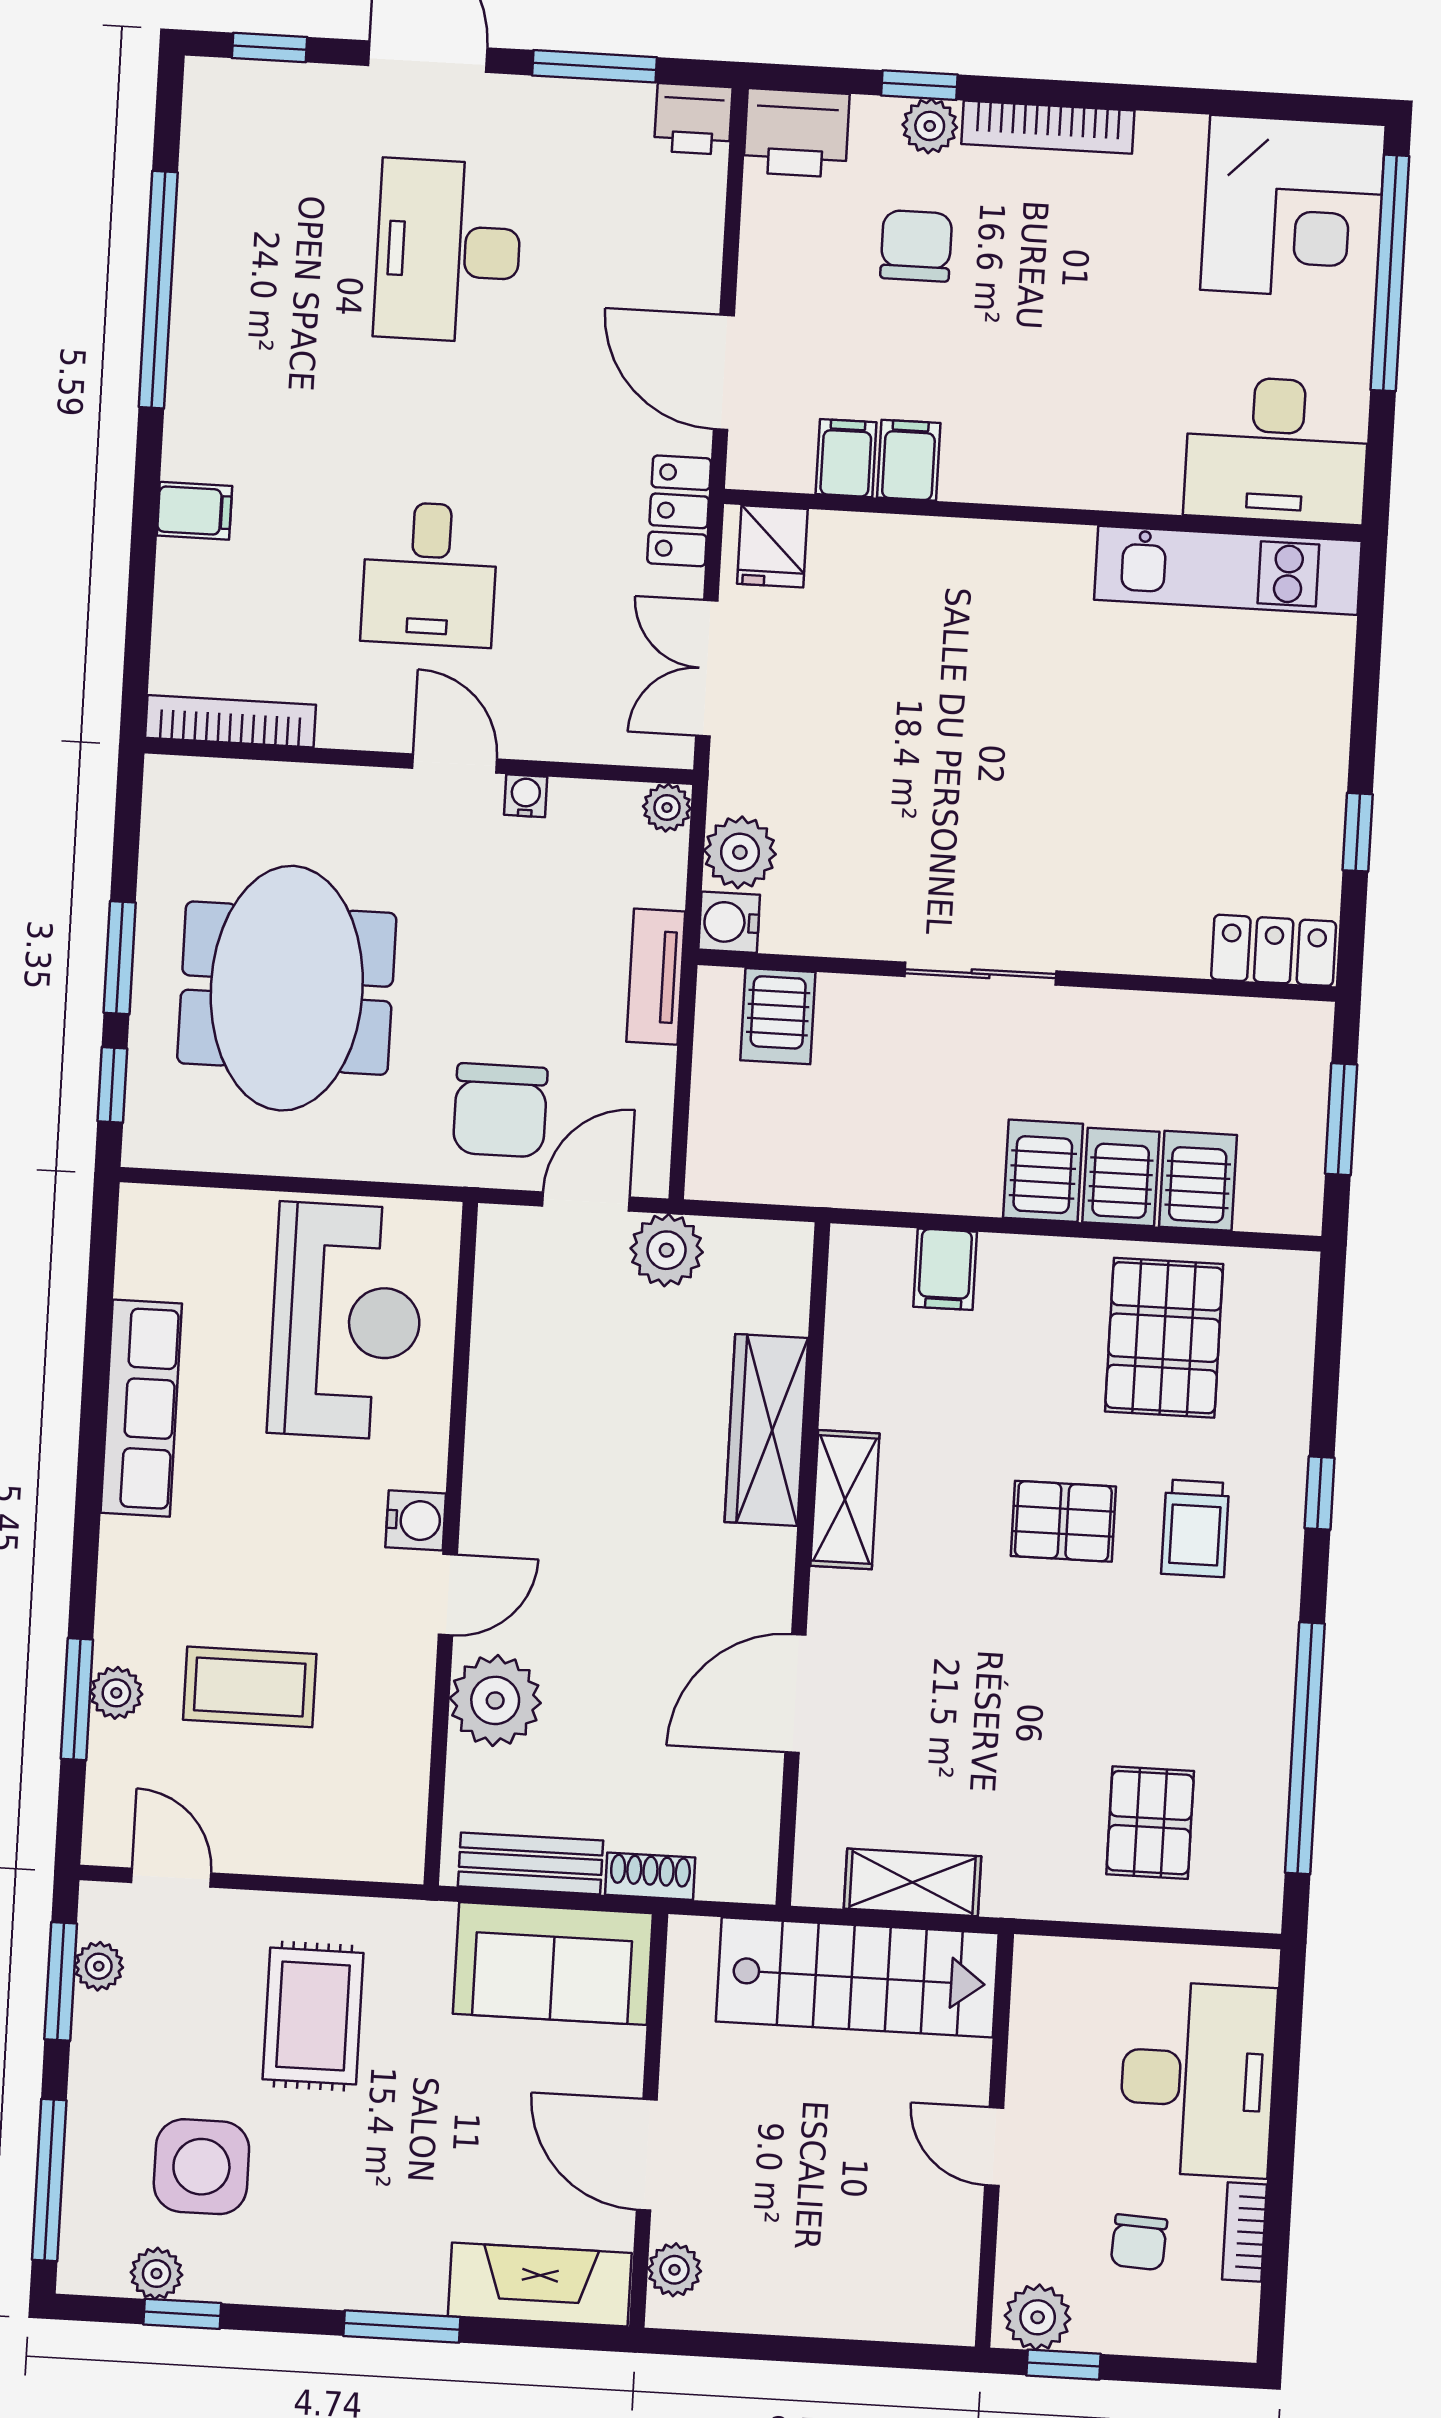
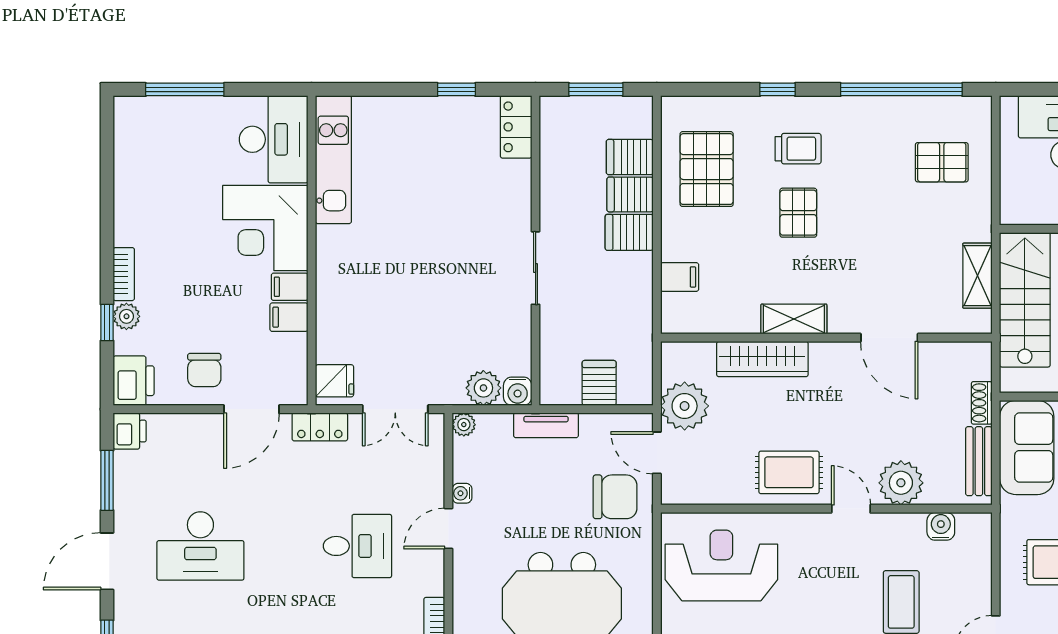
bookcase: (1048, 127) -> (124, 274), width x0.64
corner desk: (1293, 207) -> (265, 228), moved, turned 180
chair: (916, 246) -> (204, 370), moved, turned -90
window: (1390, 273) -> (185, 89), width x0.68
filing cabinet: (846, 458) -> (290, 287), moved
server rack: (778, 1016) -> (599, 383), moved, turned -90
plant: (667, 1250) -> (685, 406), width x1.36, depth x1.36
pallet: (1164, 1338) -> (707, 169), turned 90
rug: (530, 1471) -> (789, 472), added
water cooler: (416, 1520) -> (941, 526), moved

